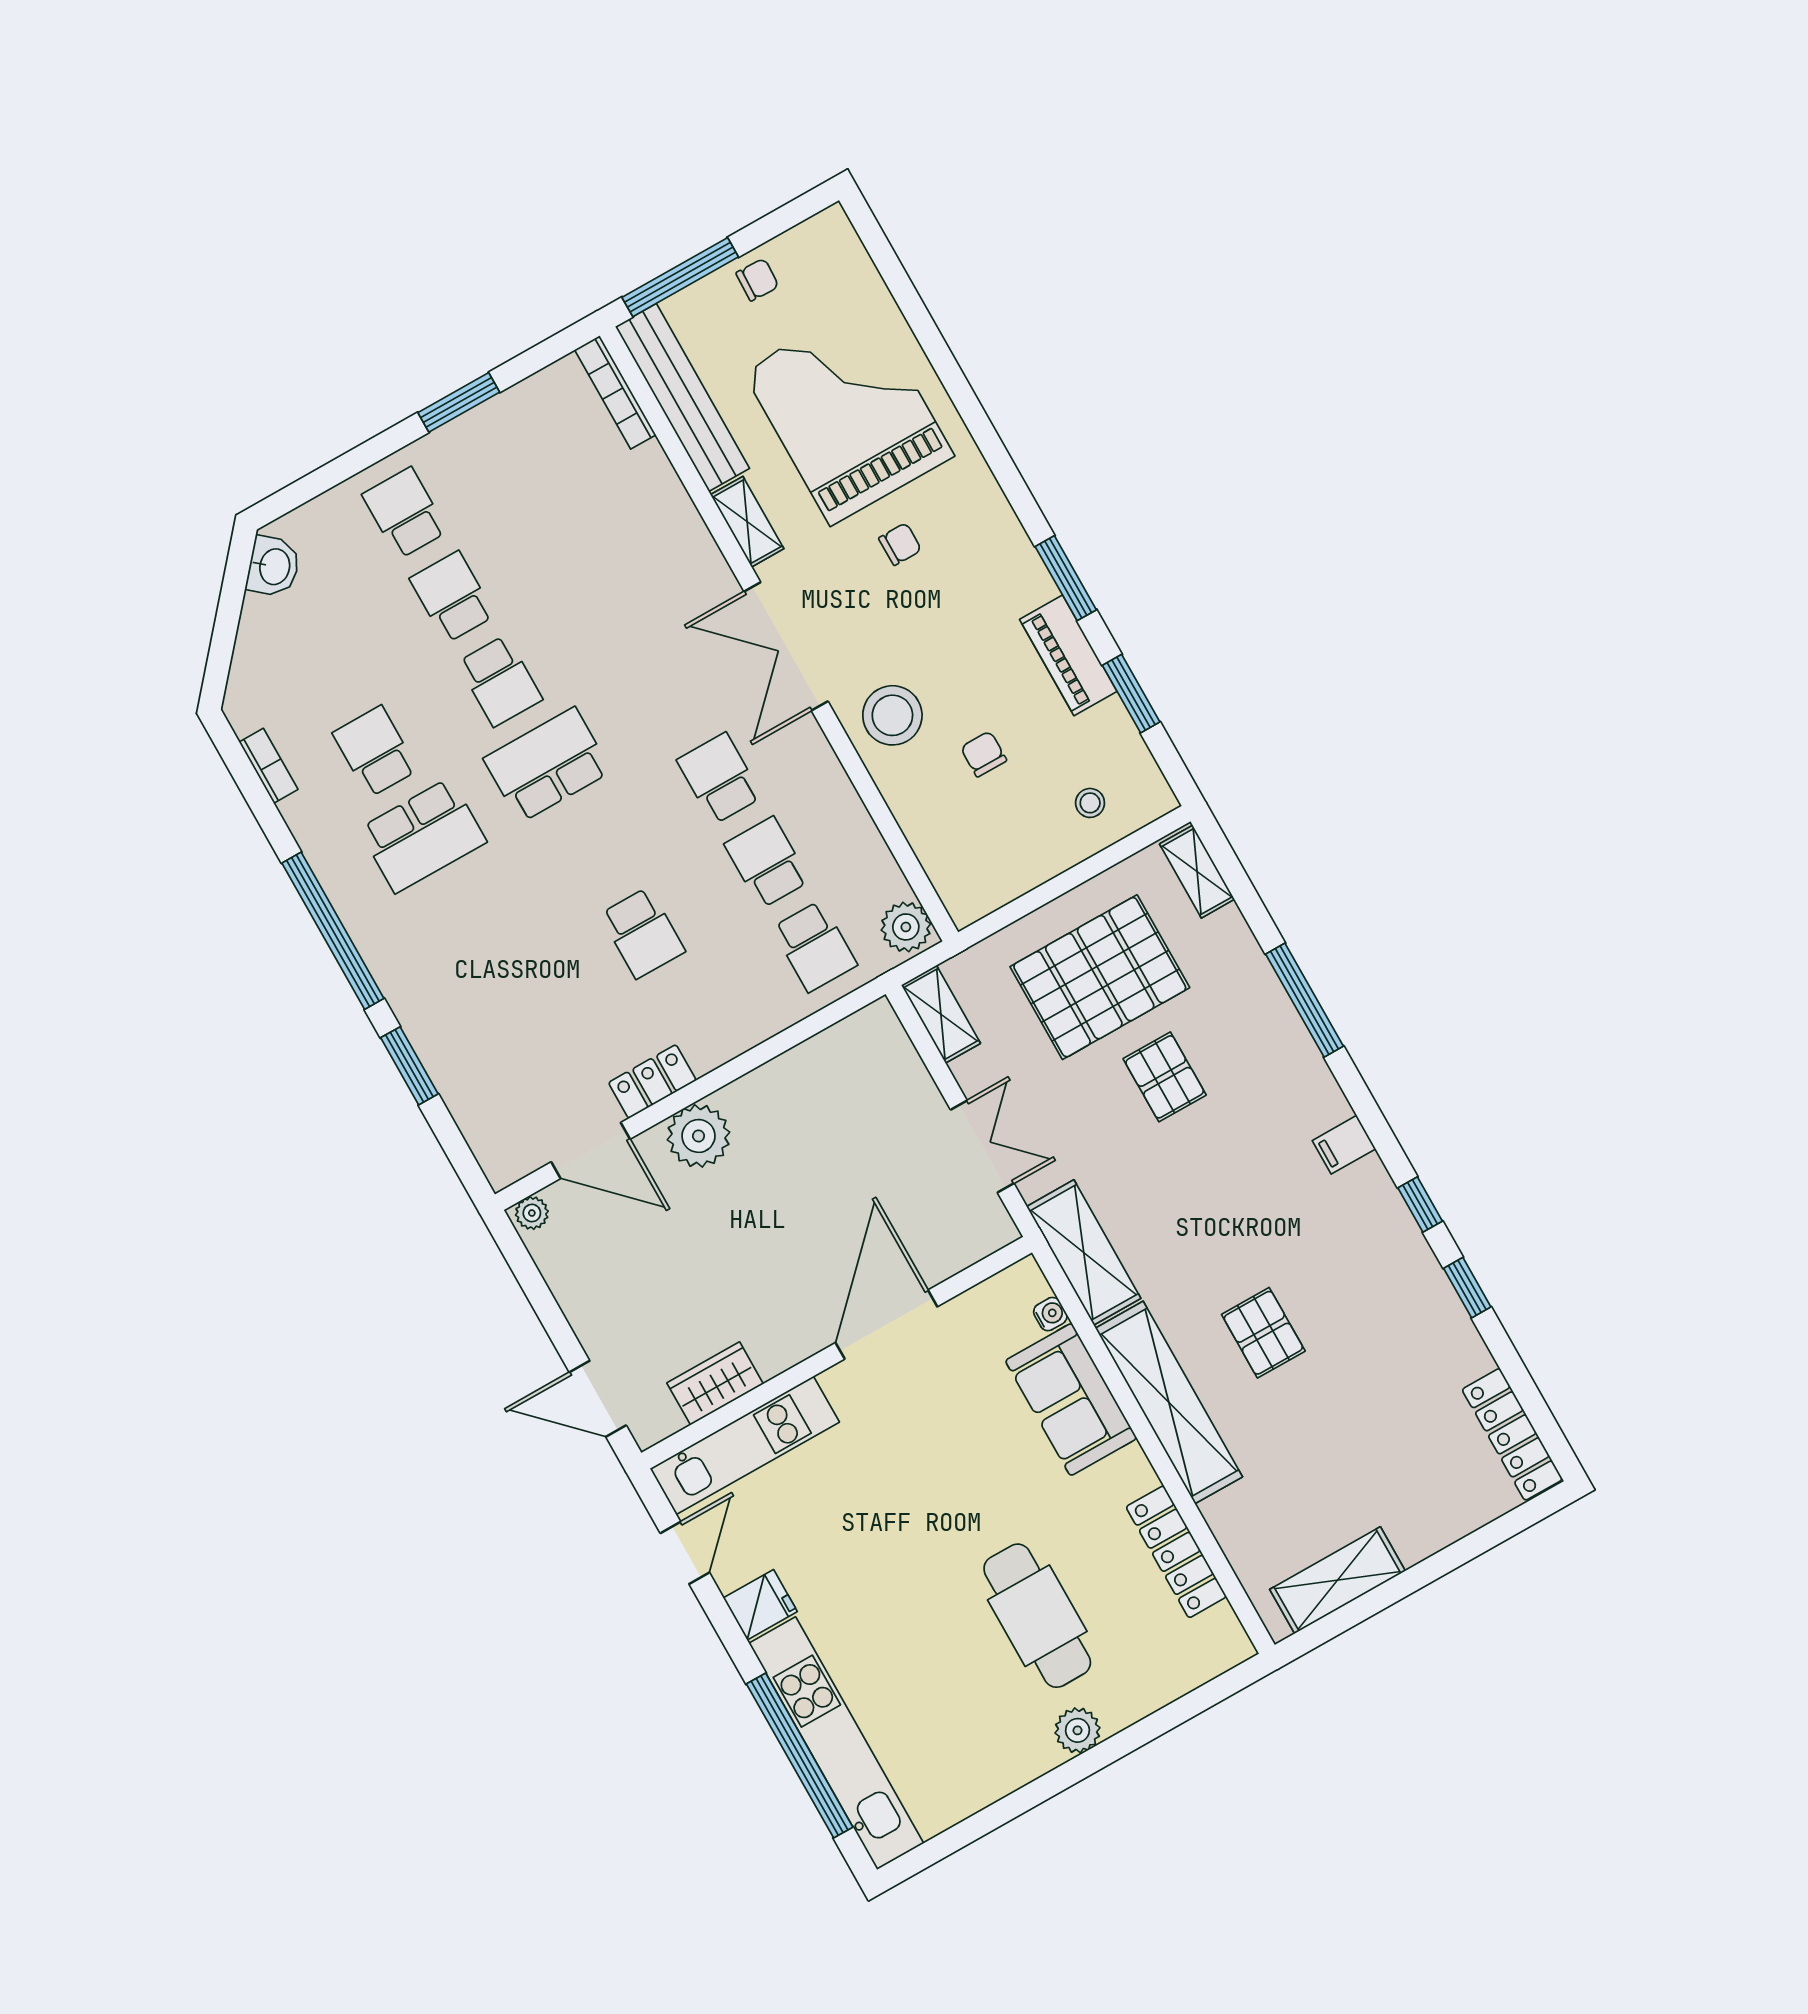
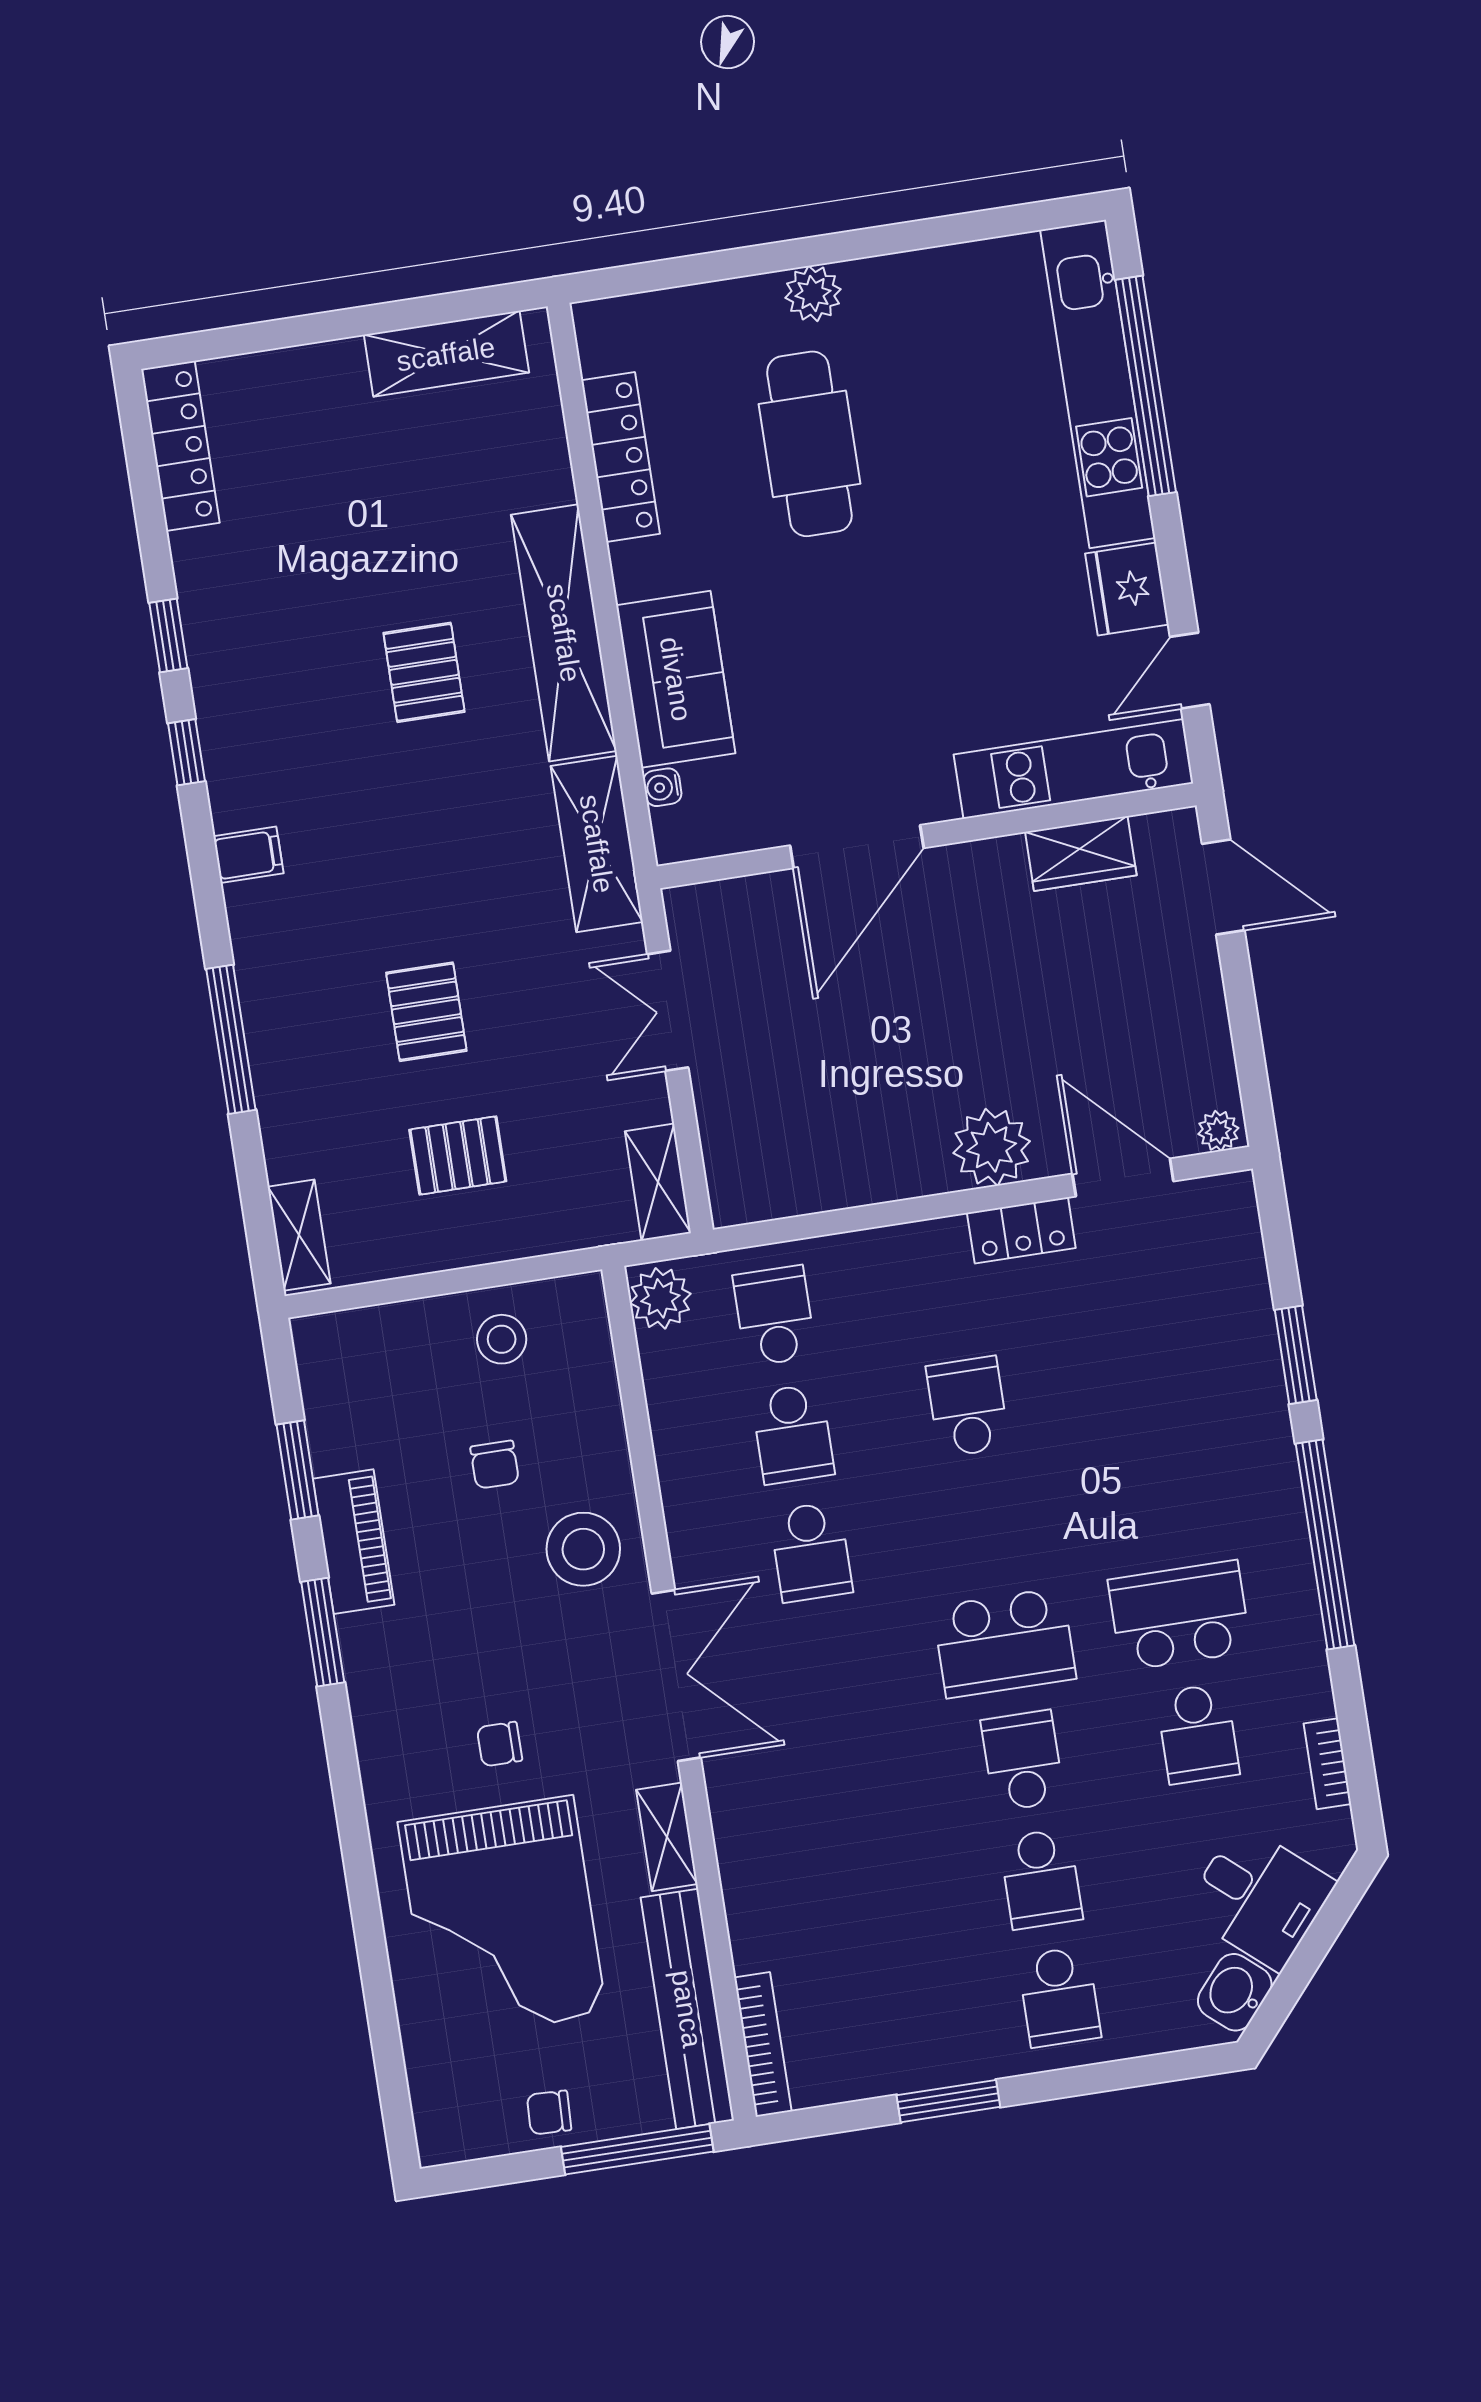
desk: (282, 646) -> (1259, 1897), added
stool: (1090, 803) -> (502, 1339), moved, width x1.37, depth x1.37
pallet: (1100, 977) -> (458, 1155), width x0.49, depth x0.50
fridge: (760, 1605) -> (1127, 589), width x1.38

